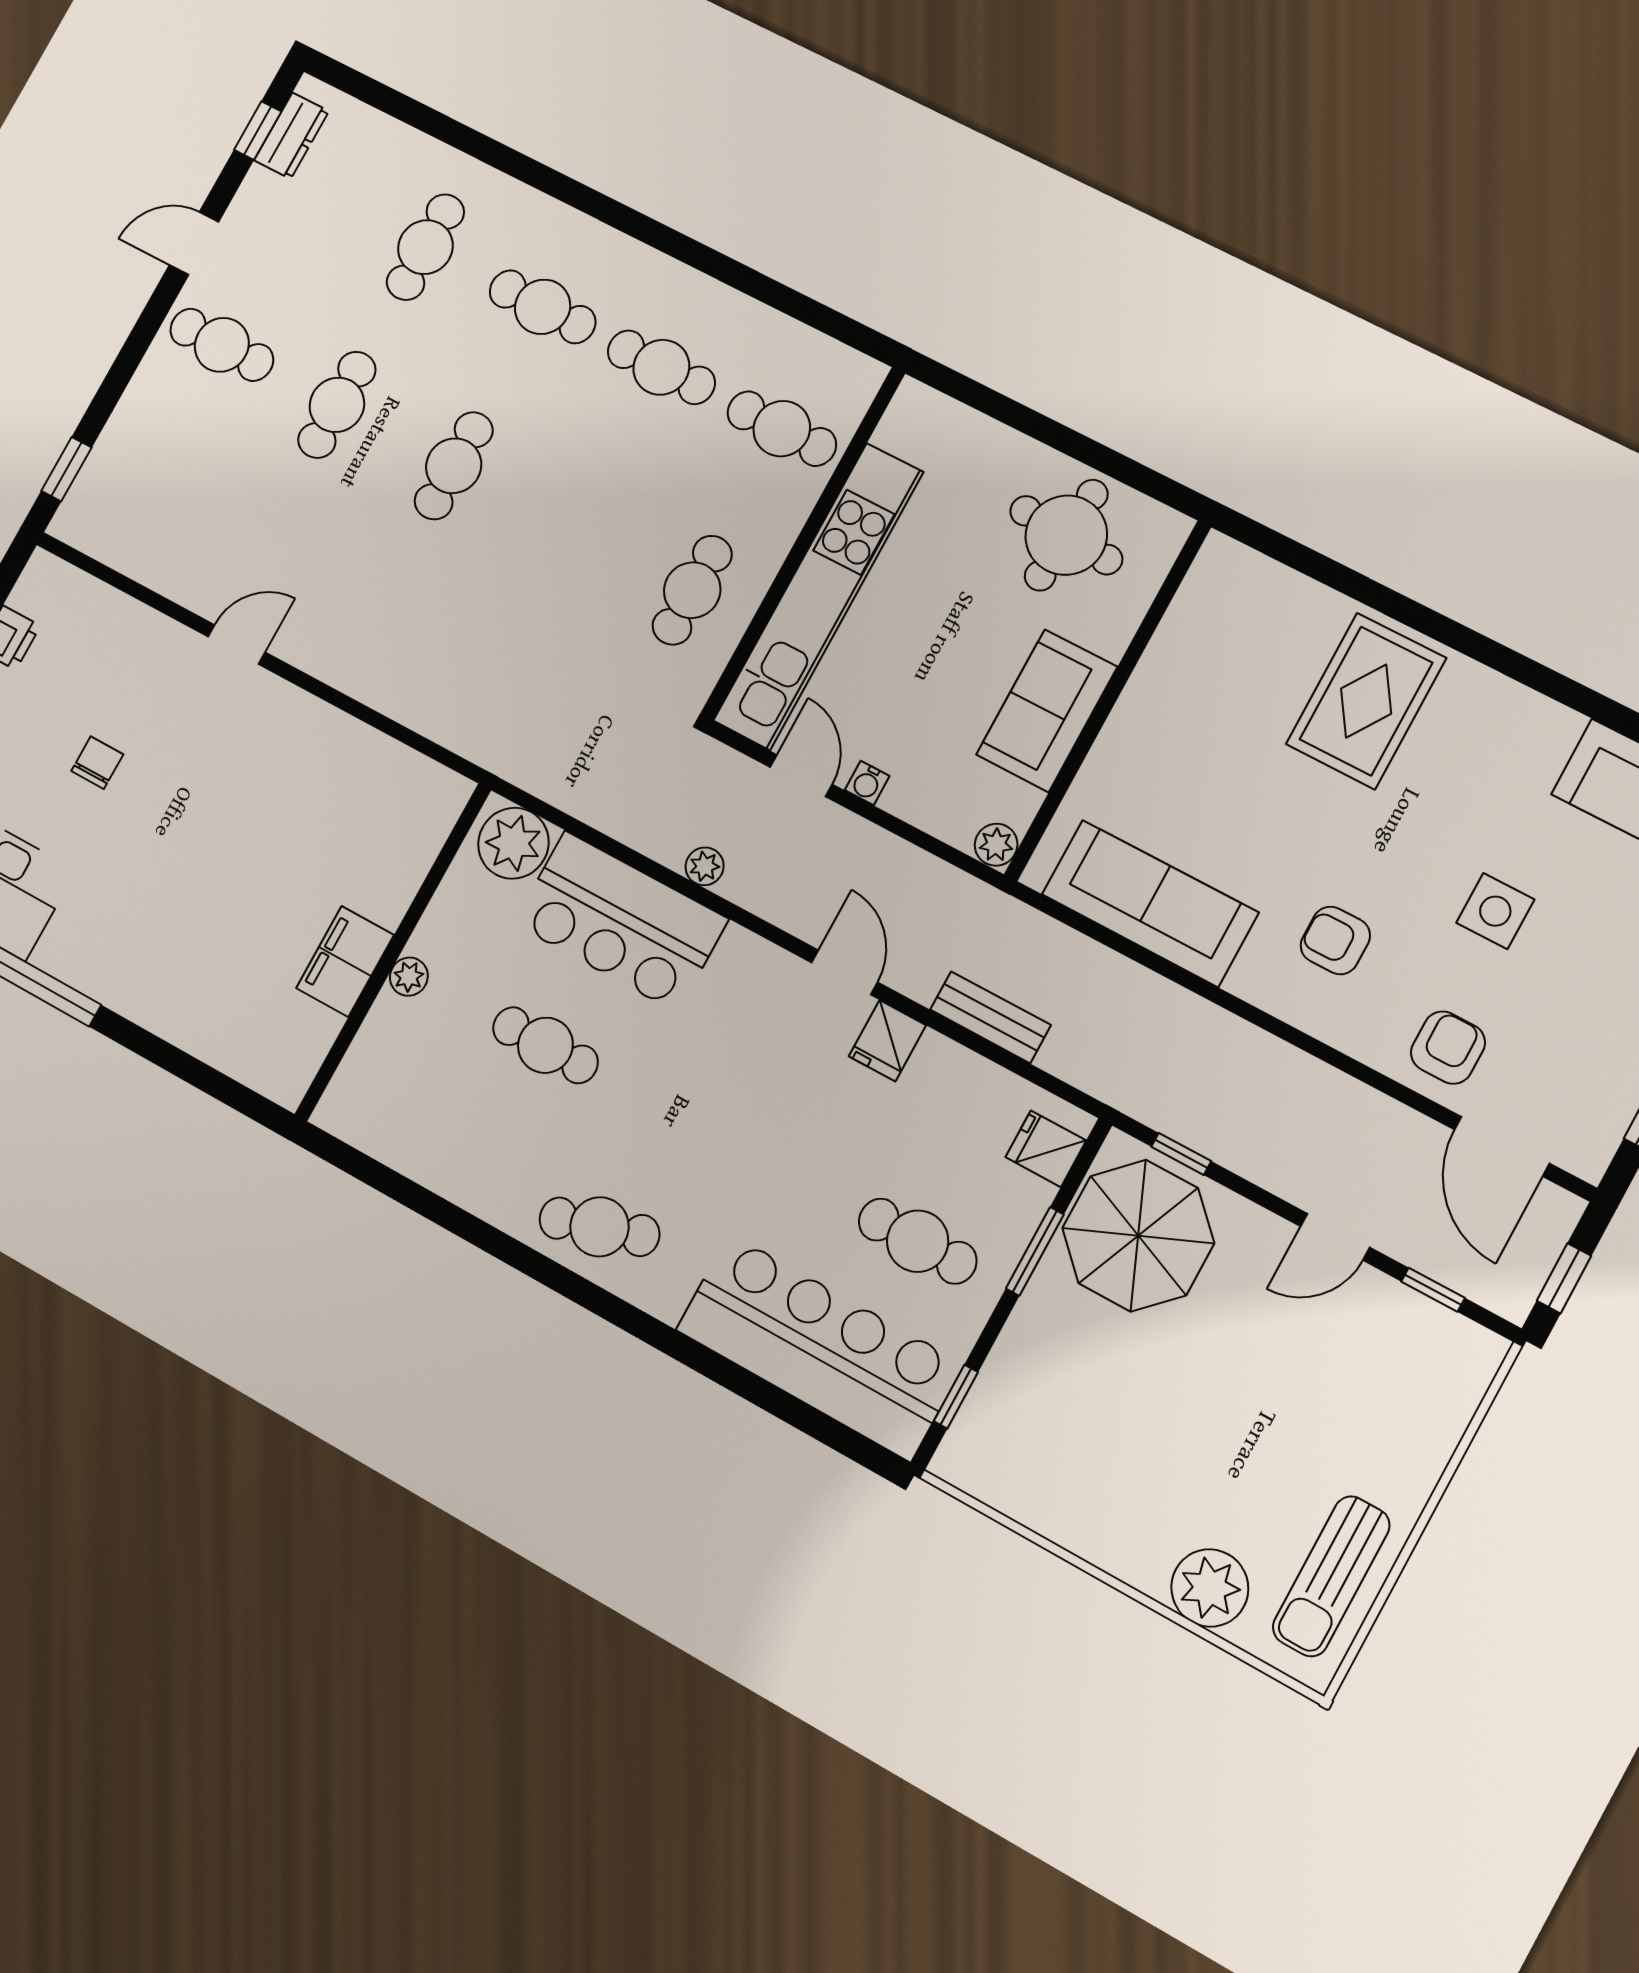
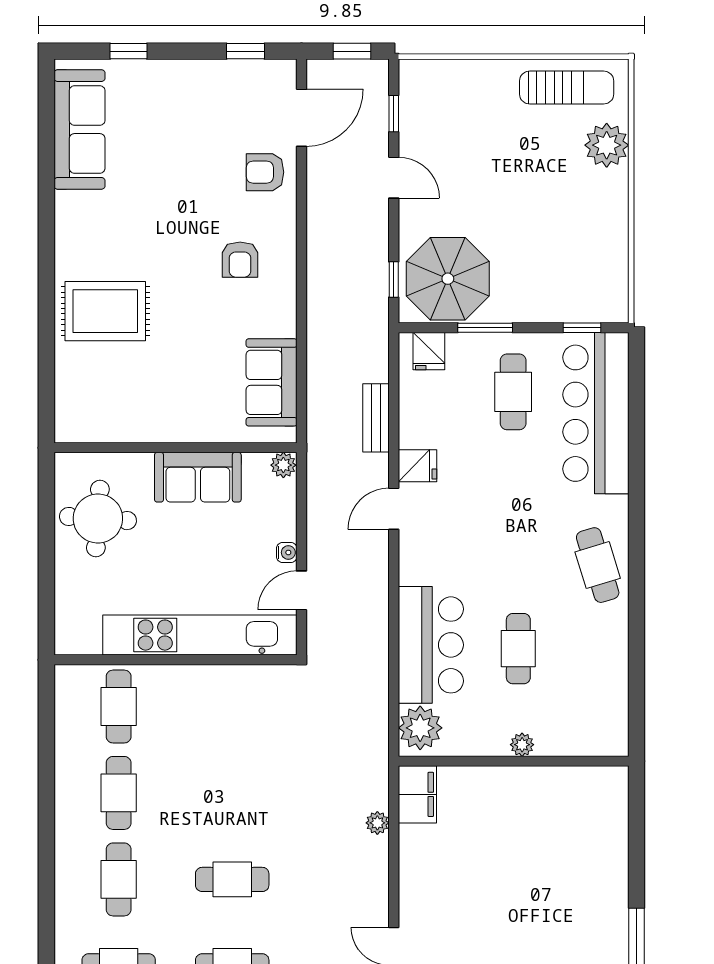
cafe table: (692, 590) -> (232, 707), removed
plant: (705, 866) -> (377, 823), moved
sofa: (1150, 903) -> (272, 382), width x0.73
side table: (1495, 911) -> (181, 186), removed
filing cabinet: (345, 961) -> (417, 794), moved, turned -90

